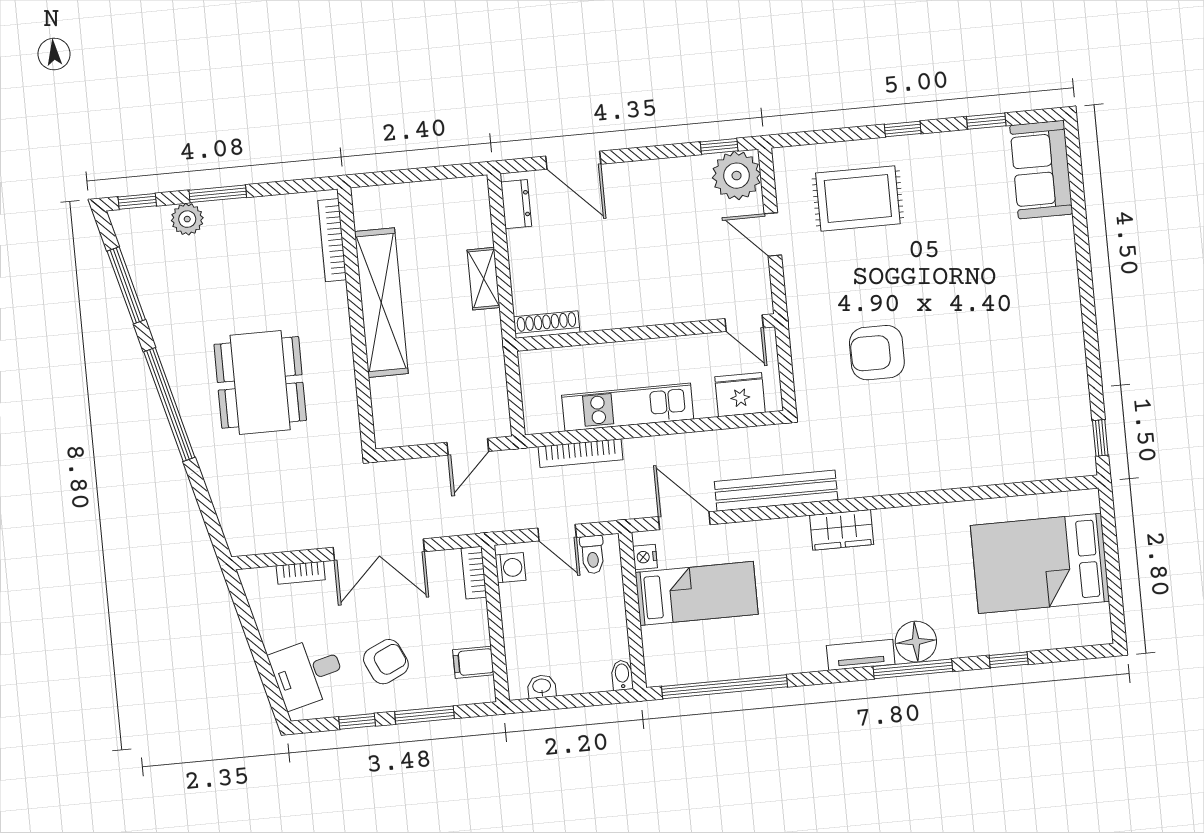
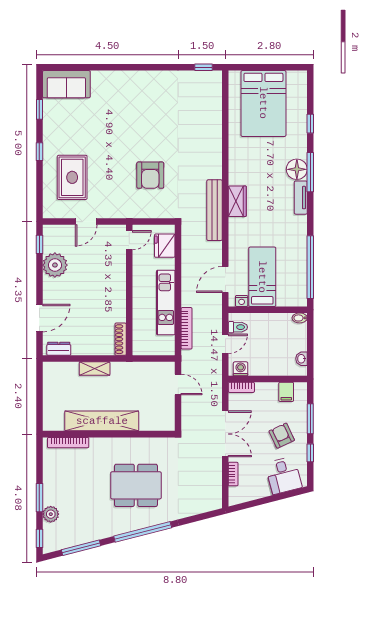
plant: (737, 176) -> (55, 265), moved
bench: (776, 491) -> (215, 210), moved

